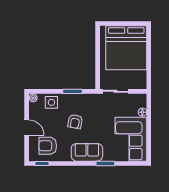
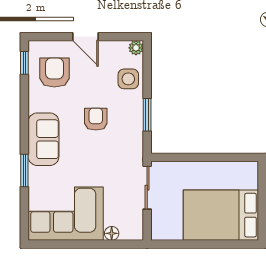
bed: (126, 48) -> (221, 215), width x0.73
armchair: (75, 121) -> (96, 119), turned 80
door: (27, 128) -> (86, 37), hinge flipped

